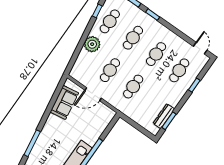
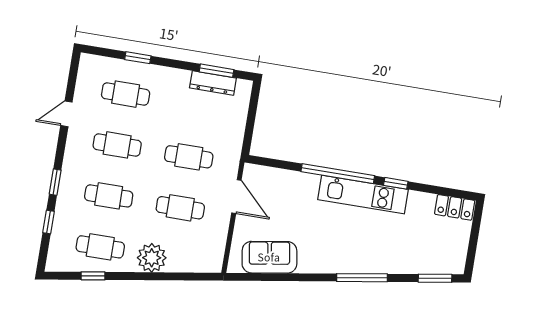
door: (200, 48) -> (66, 114), moved
door: (93, 94) -> (236, 197), moved

